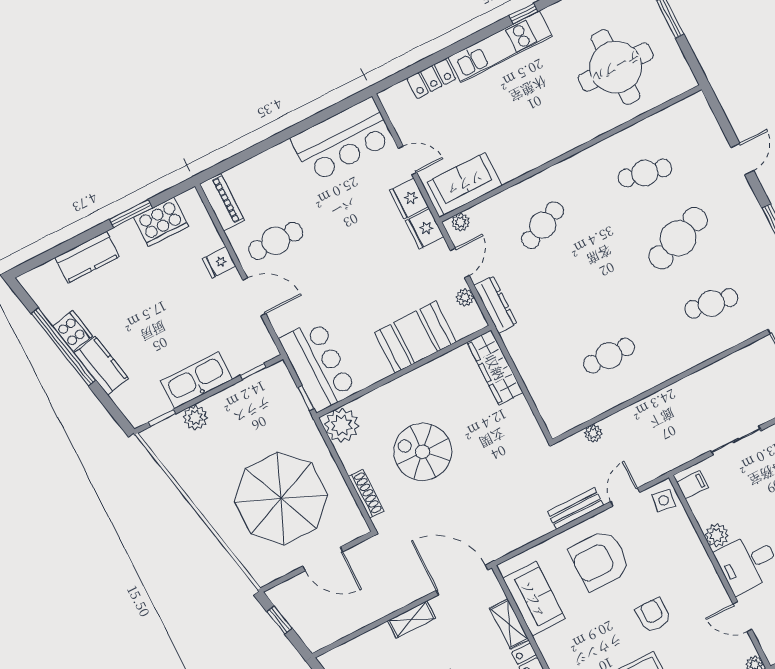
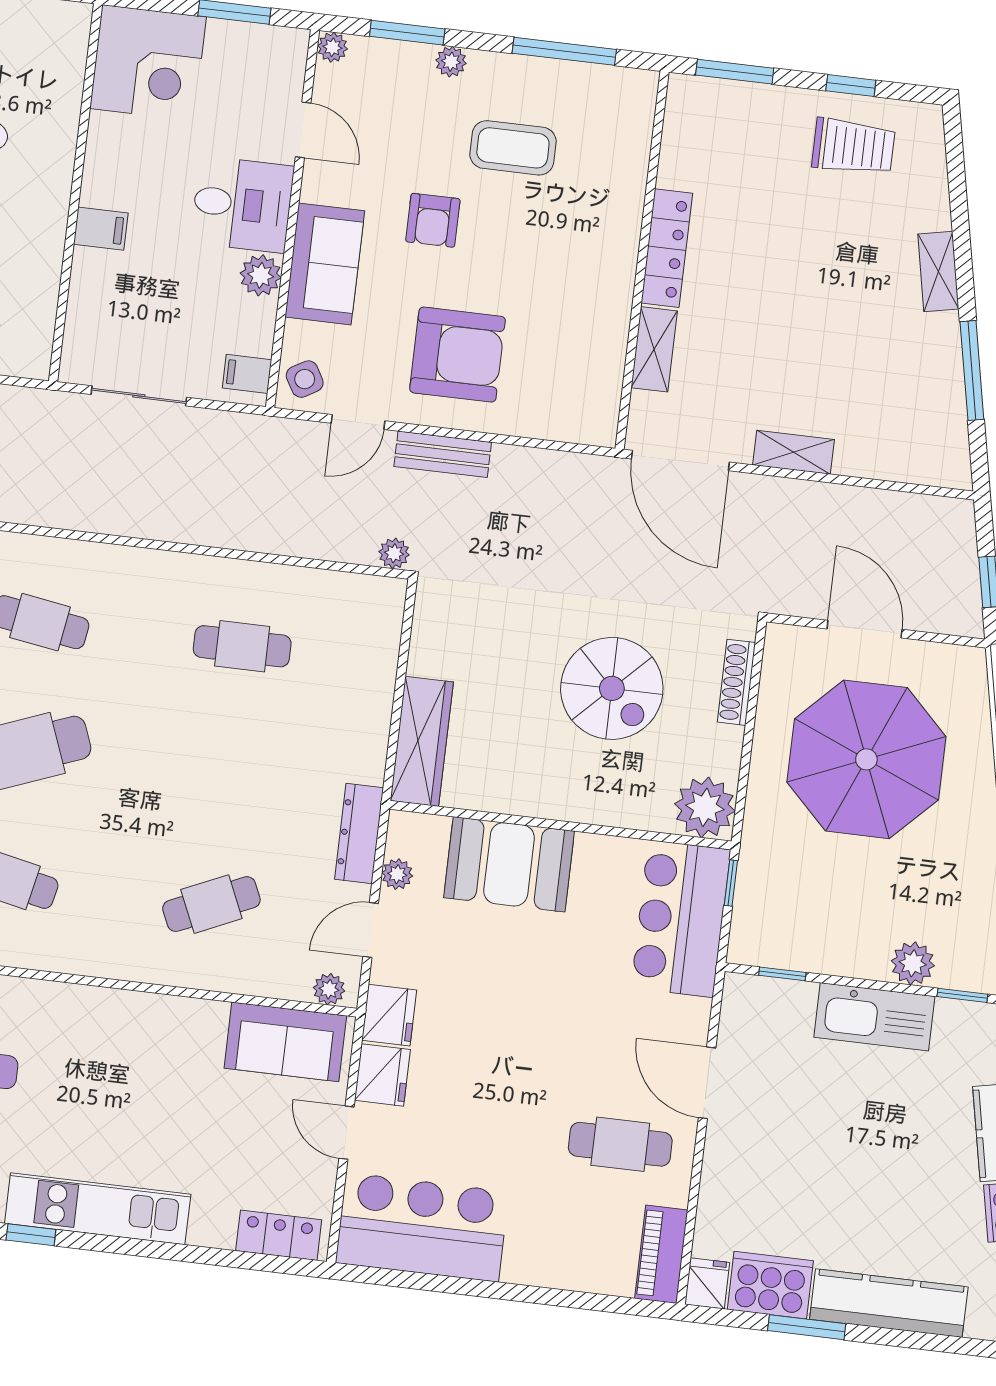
locker: (431, 79) -> (279, 1235), moved
kitchen counter: (87, 257) -> (889, 1303), width x1.50
fridge: (219, 262) -> (707, 1283), moved, turned -90
plant: (593, 433) -> (394, 553), moved
side table: (664, 500) -> (305, 379), turned -38
sofa: (534, 599) -> (325, 264), moved, turned 180

